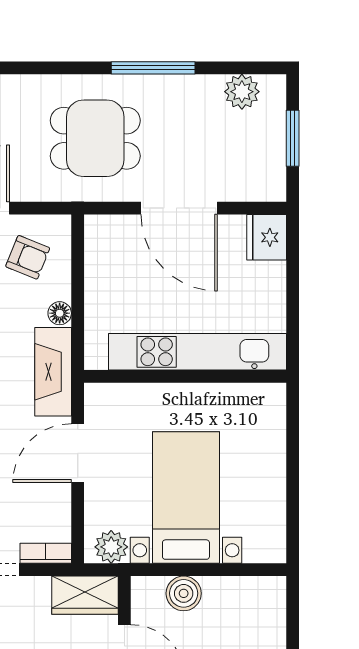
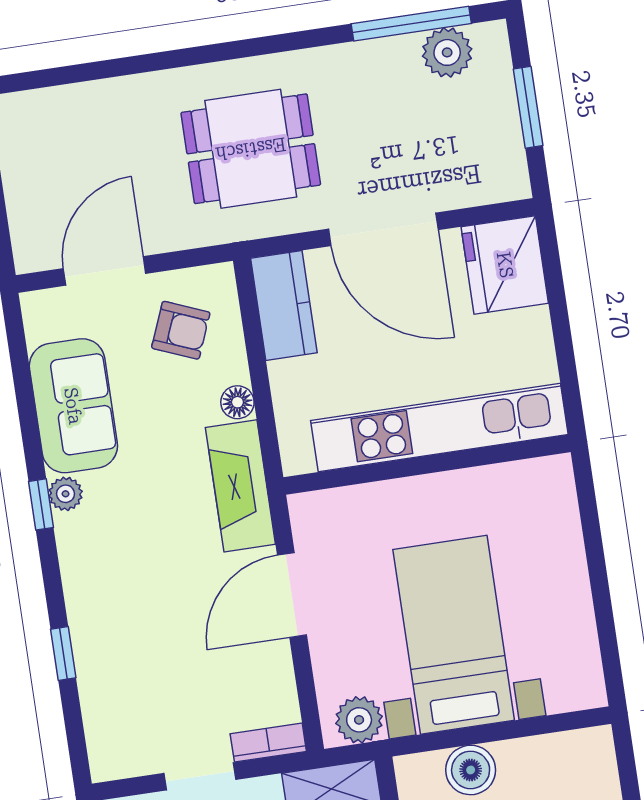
window: (153, 68) -> (411, 24), moved
fridge: (267, 237) -> (505, 265), width x1.36, depth x1.34
kitchen counter: (102, 251) -> (284, 305), added

